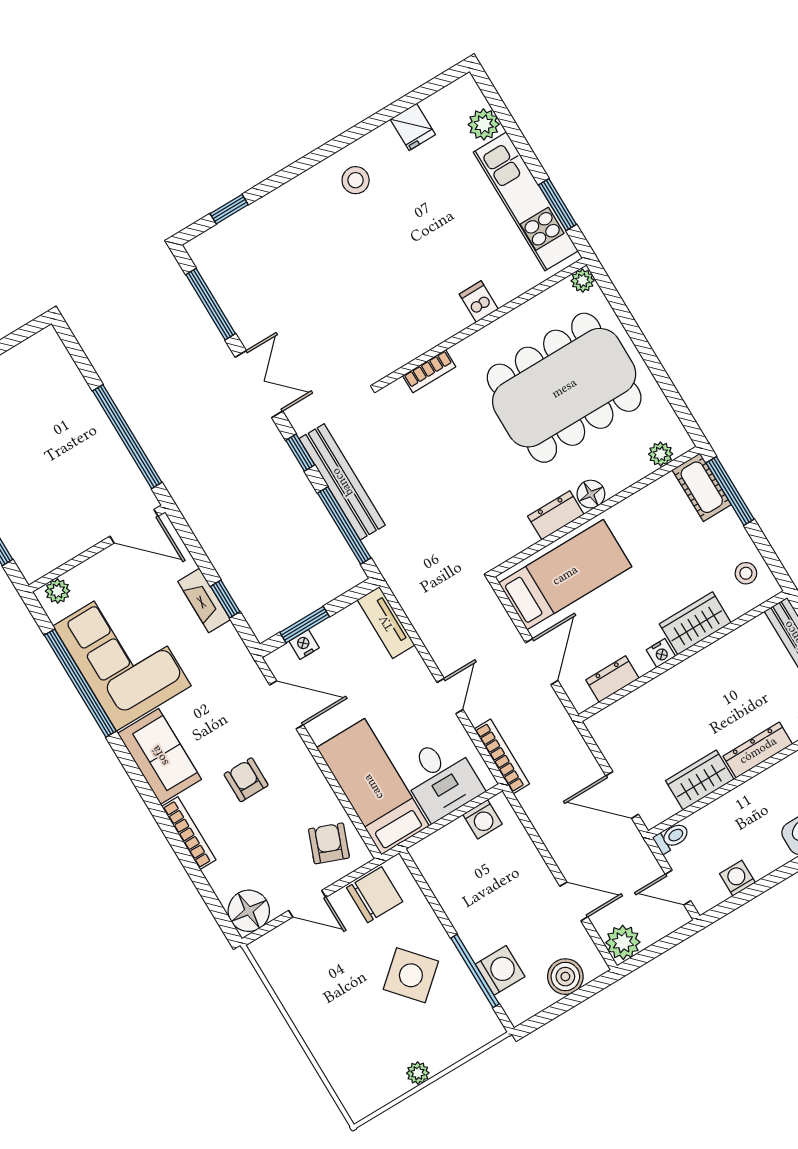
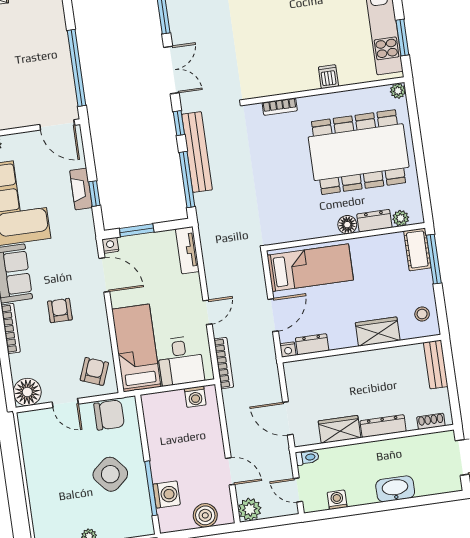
dresser: (556, 515) -> (374, 221), moved
nightstand: (304, 644) -> (110, 245), moved
nightstand: (661, 653) -> (288, 350), moved

